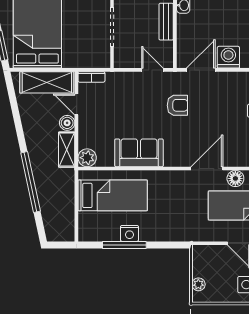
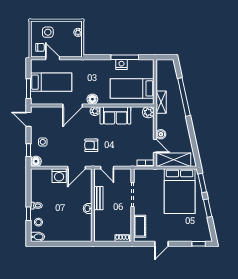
shelving: (67, 150) -> (161, 102), moved
plant: (172, 160) -> (95, 111), added
floor lamp: (235, 178) -> (92, 99), moved

